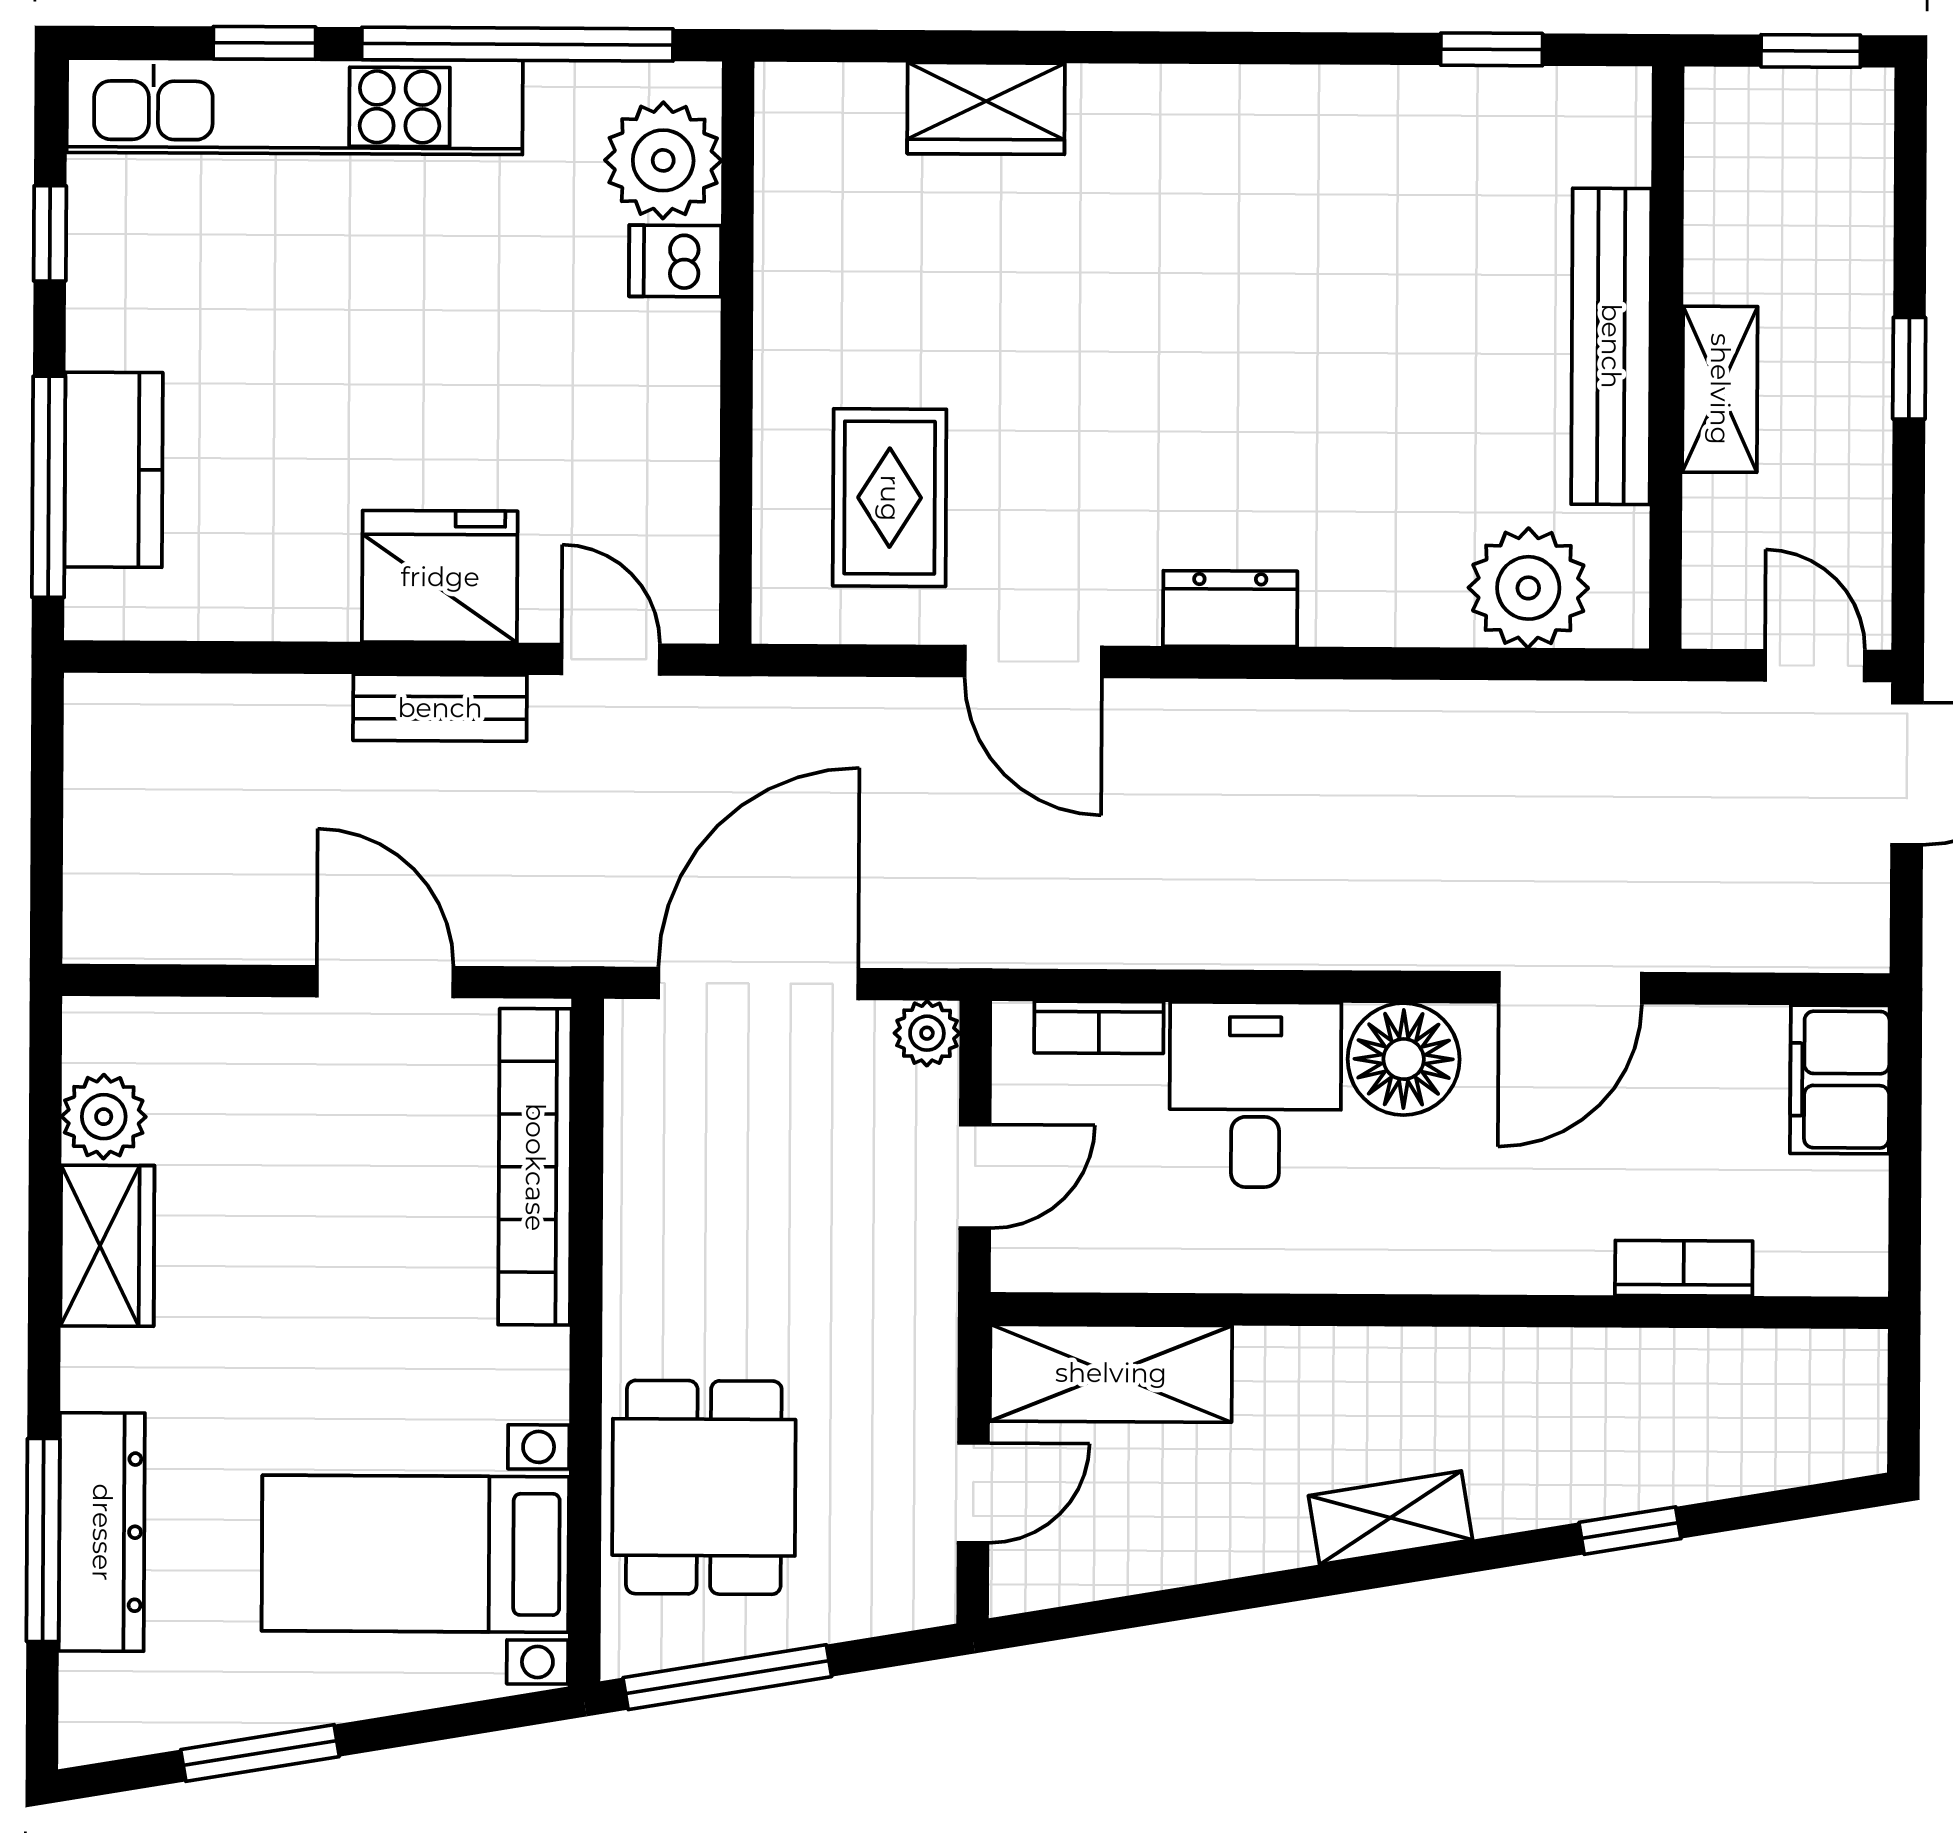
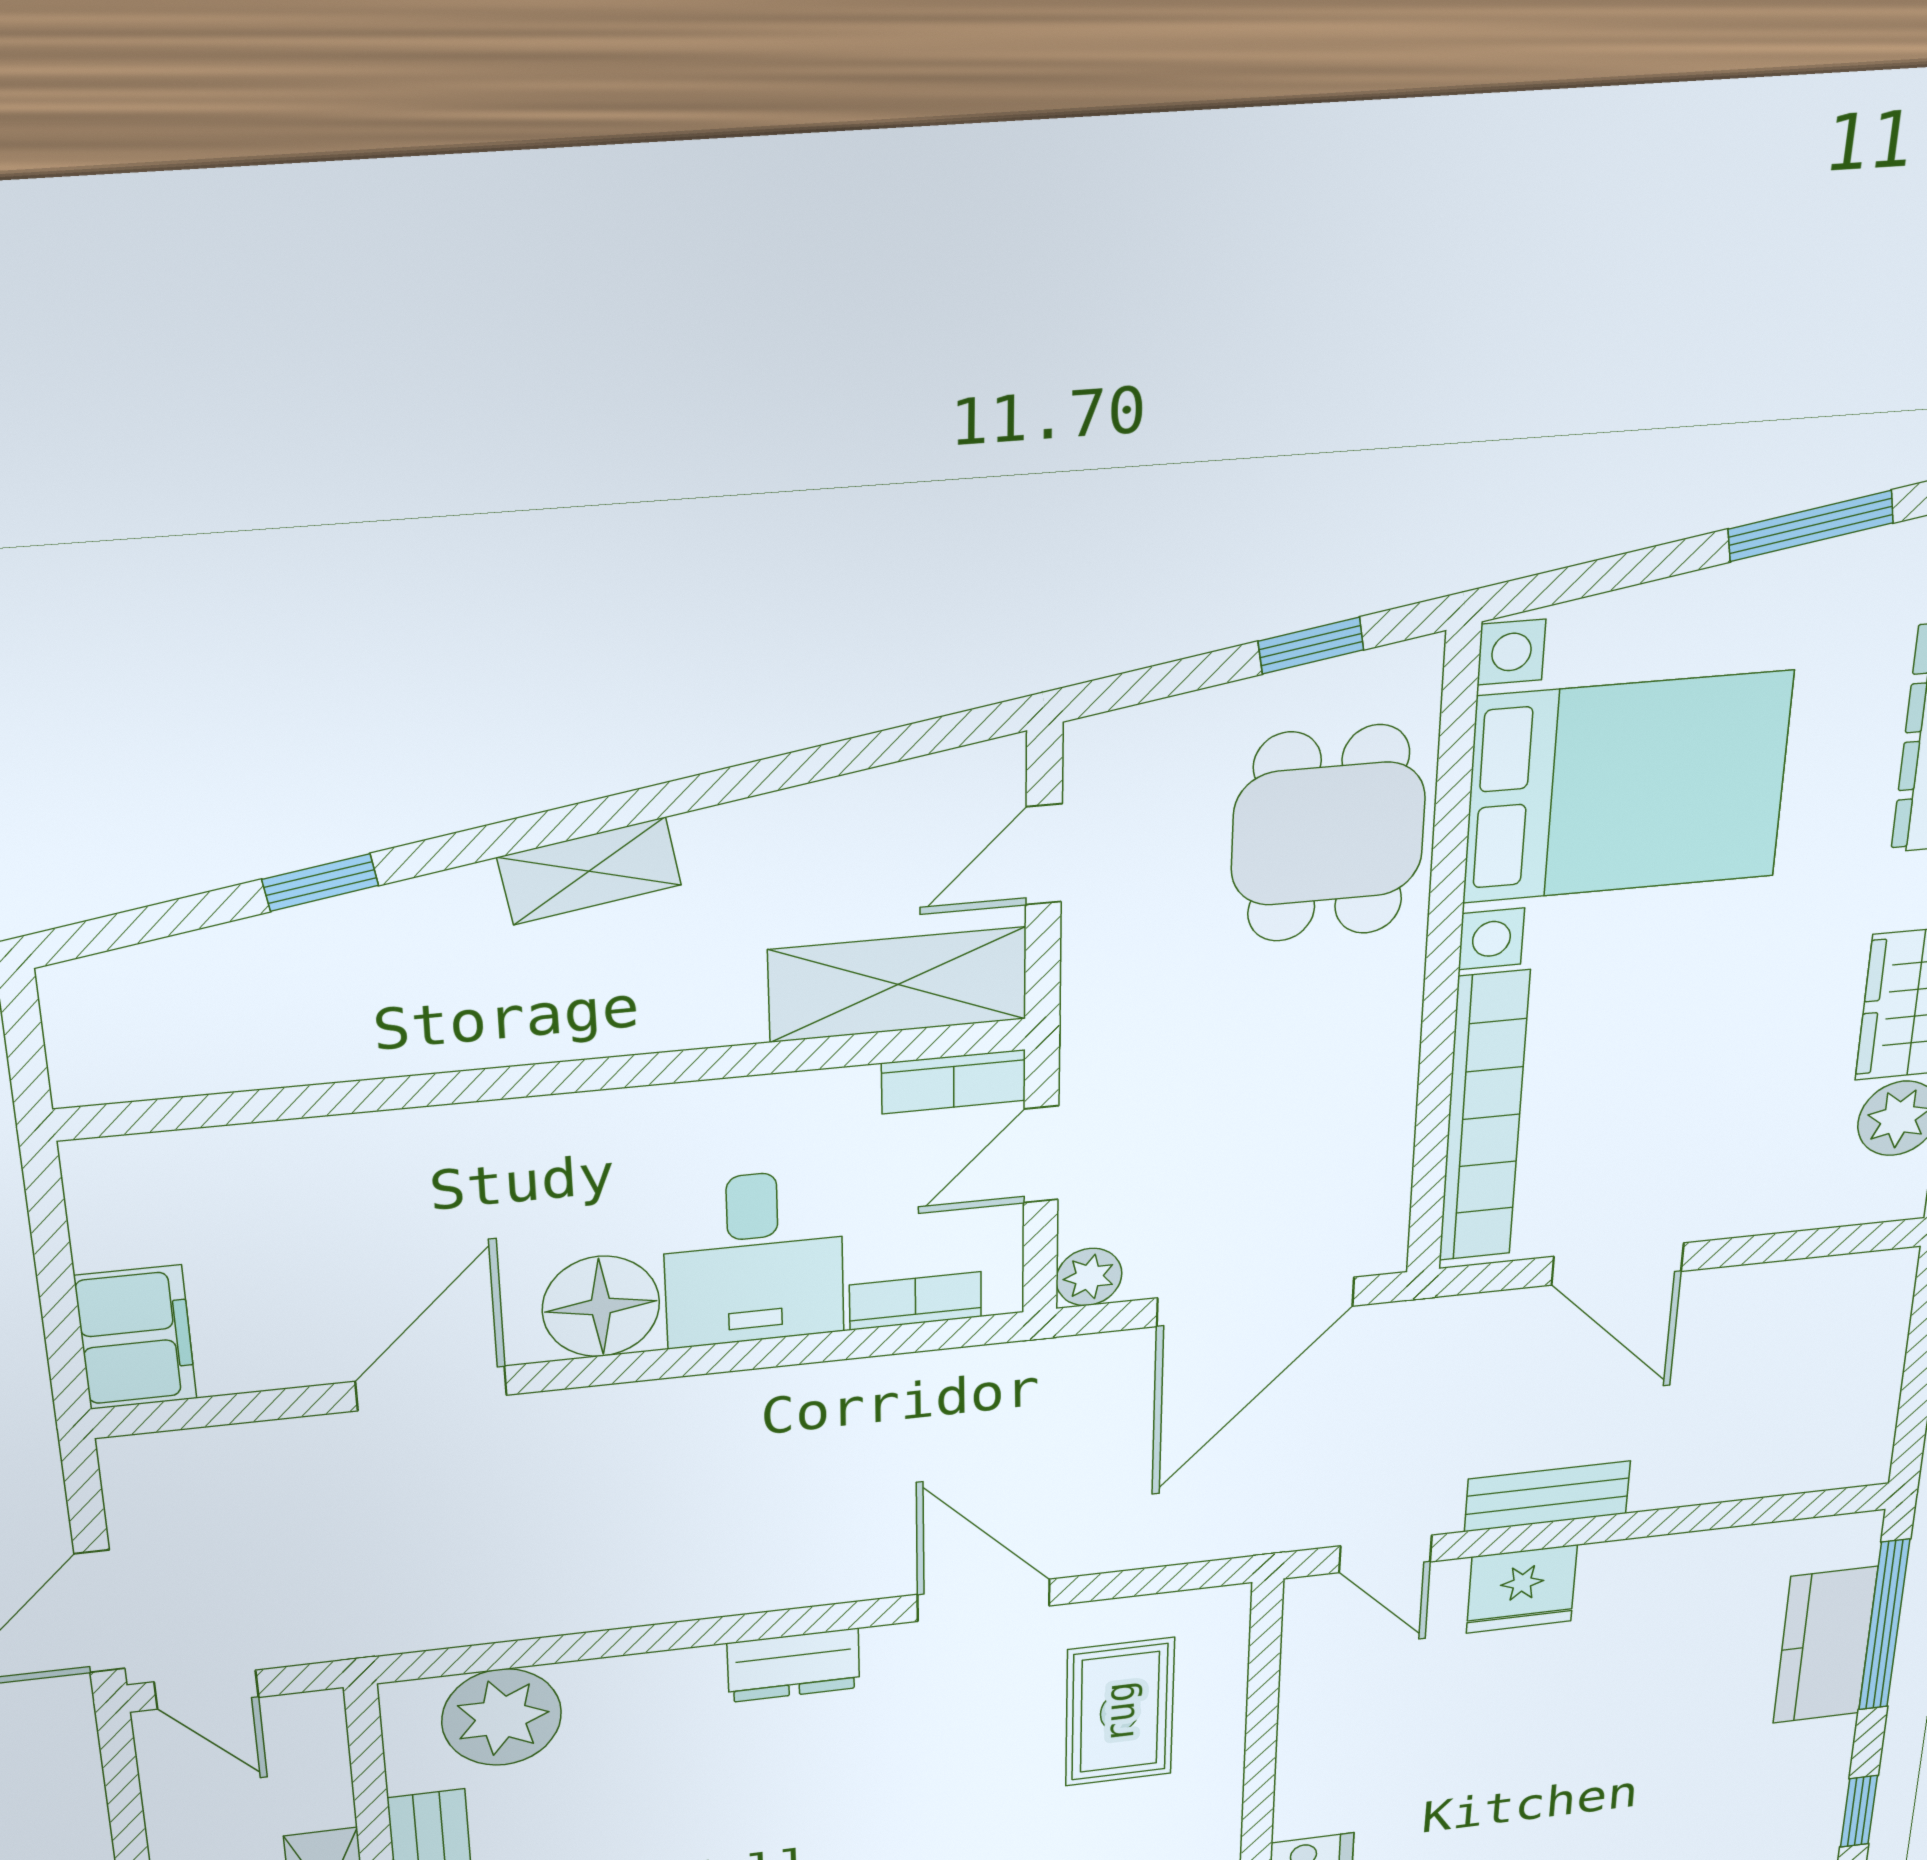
fridge: (440, 577) -> (1522, 1589), width x0.73, depth x0.75
bookcase: (1684, 1268) -> (954, 1082), moved
bed with nightstands: (415, 1554) -> (1627, 787), width x1.36
window: (727, 1677) -> (1311, 645), width x0.46

